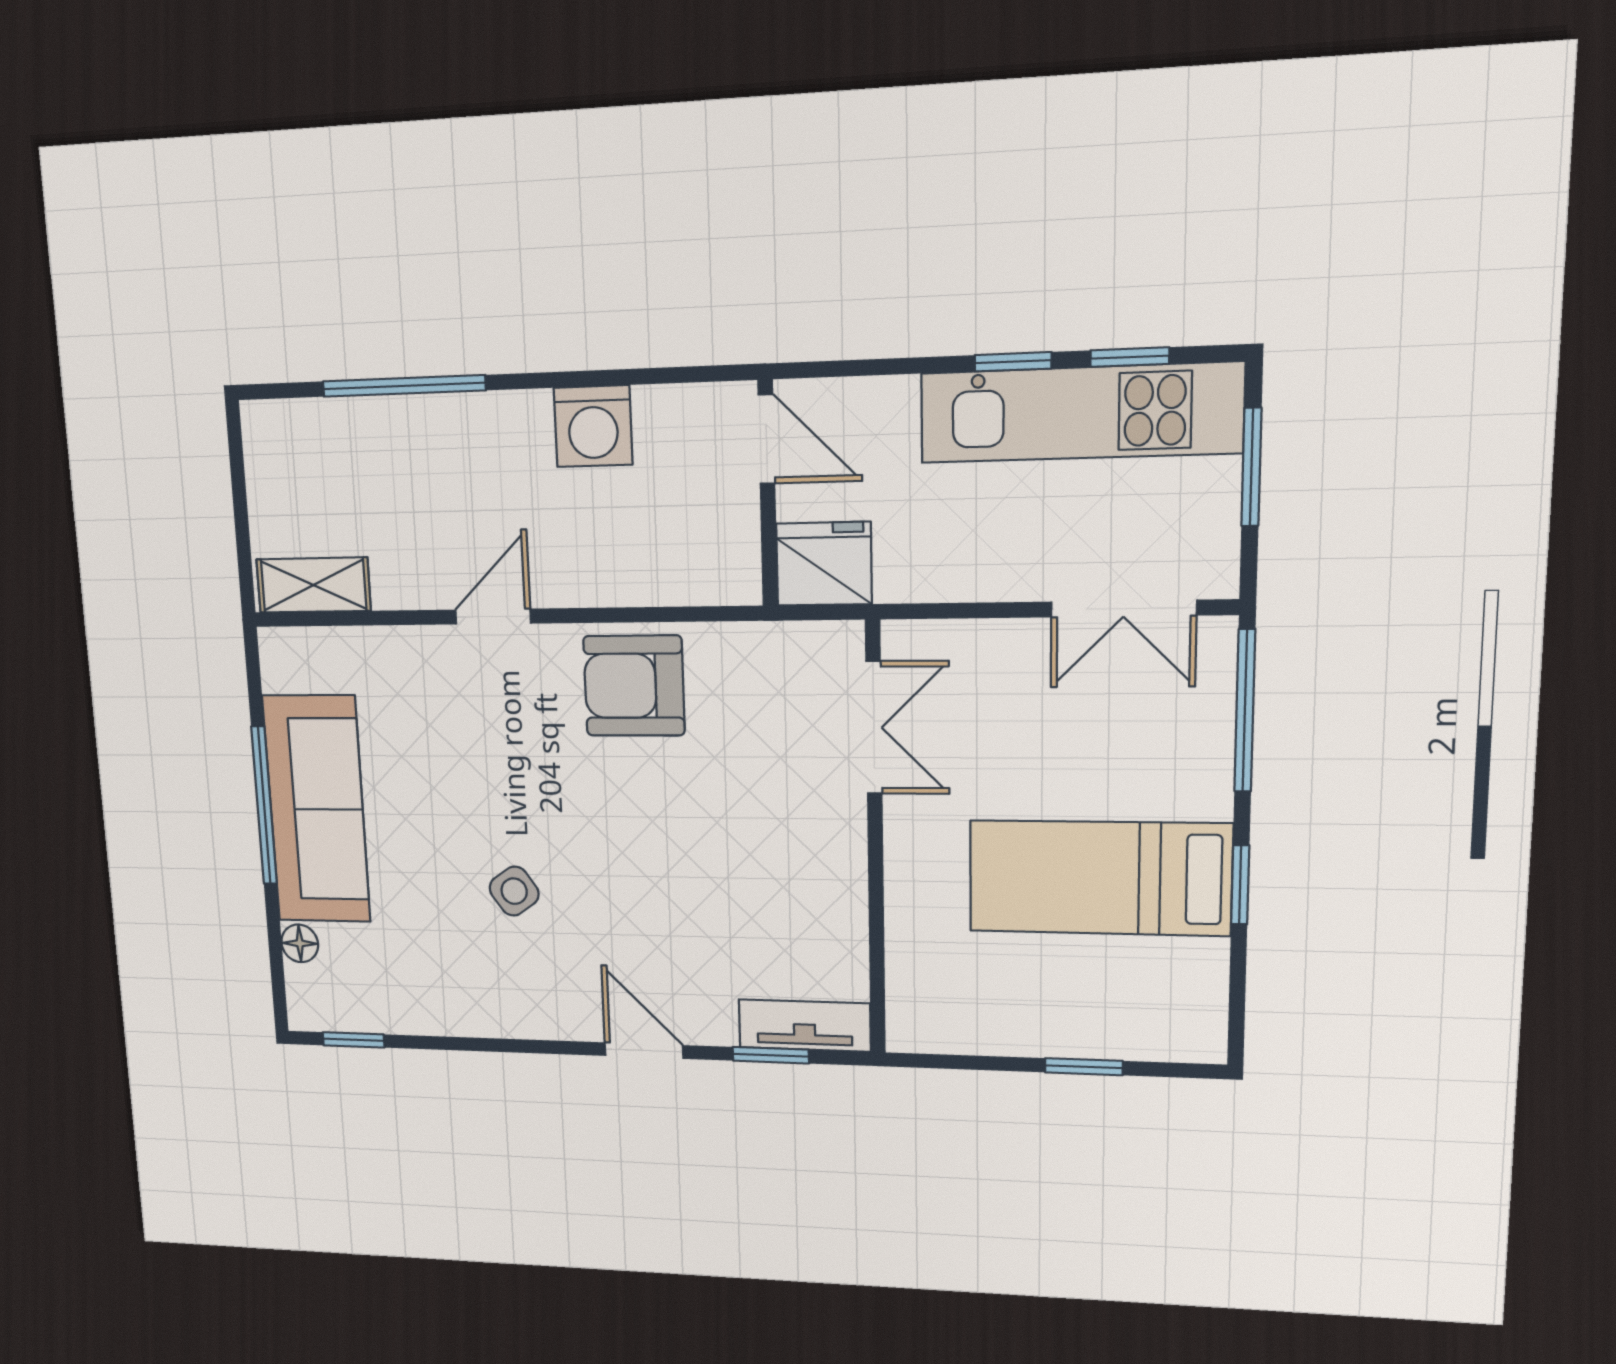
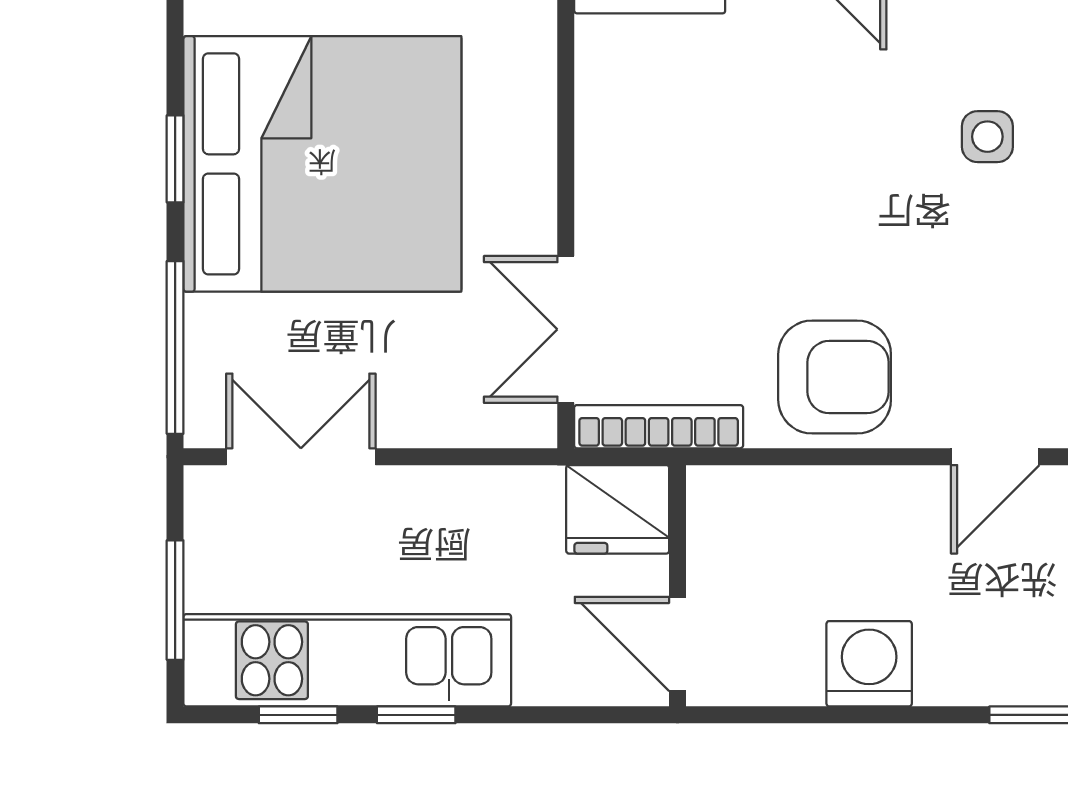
bookcase: (788, 640) -> (659, 427), added
bed: (1100, 878) -> (322, 164), width x2.04
side table: (514, 891) -> (987, 137), turned 35

